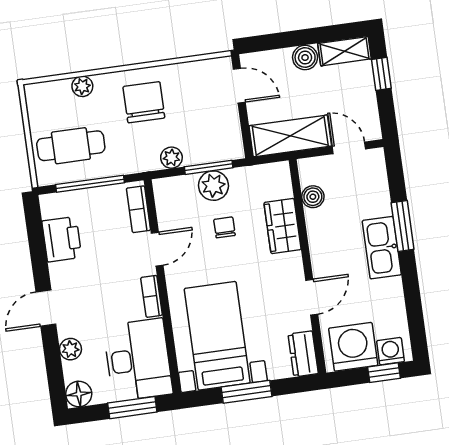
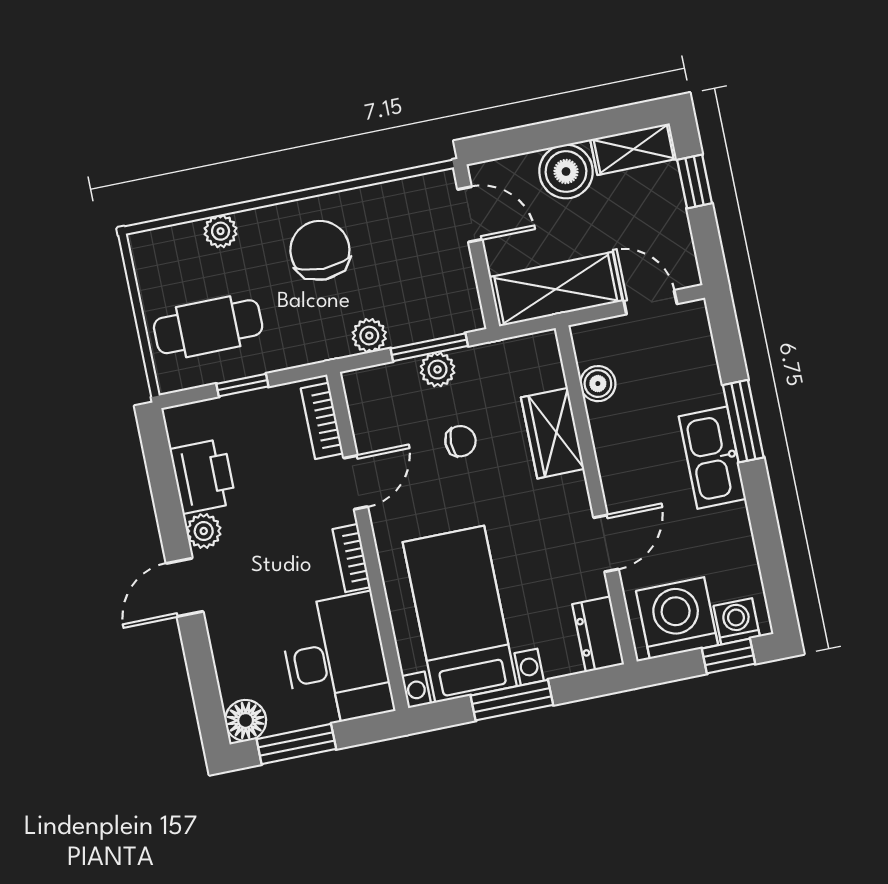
boiler: (305, 57) -> (566, 172), width x1.36, depth x1.36
window: (90, 184) -> (242, 385), width x0.46
plant: (213, 186) -> (438, 370), width x0.73, depth x0.73
chair: (224, 227) -> (460, 441), turned 90
plant: (70, 349) -> (204, 531), moved
window: (132, 408) -> (296, 744), moved

